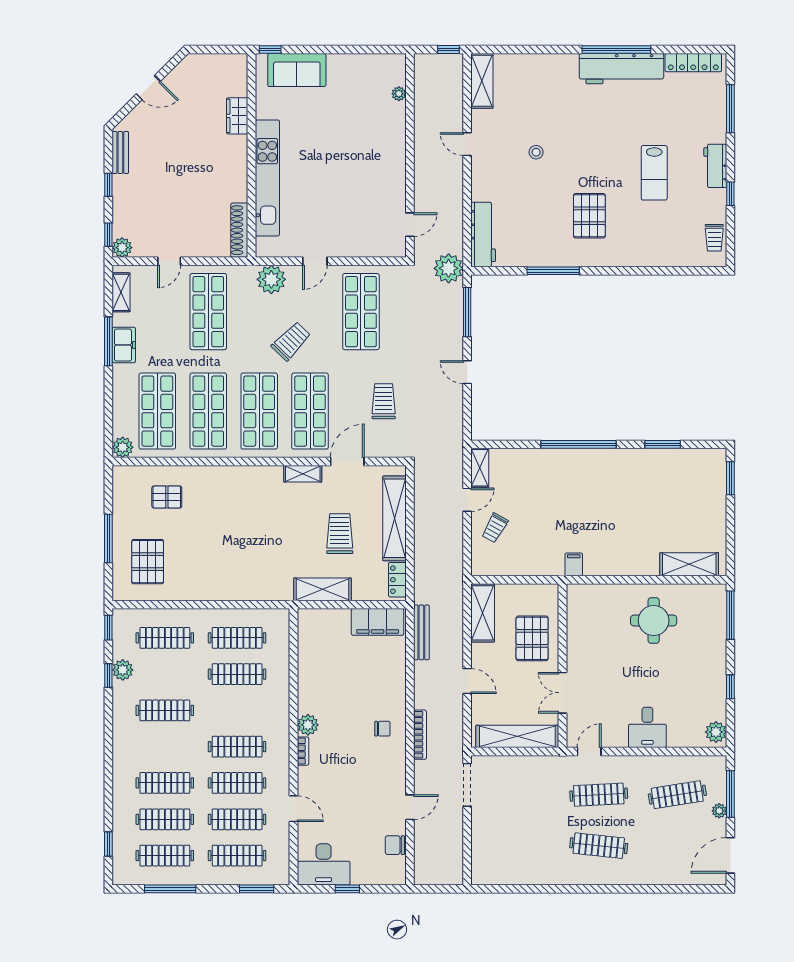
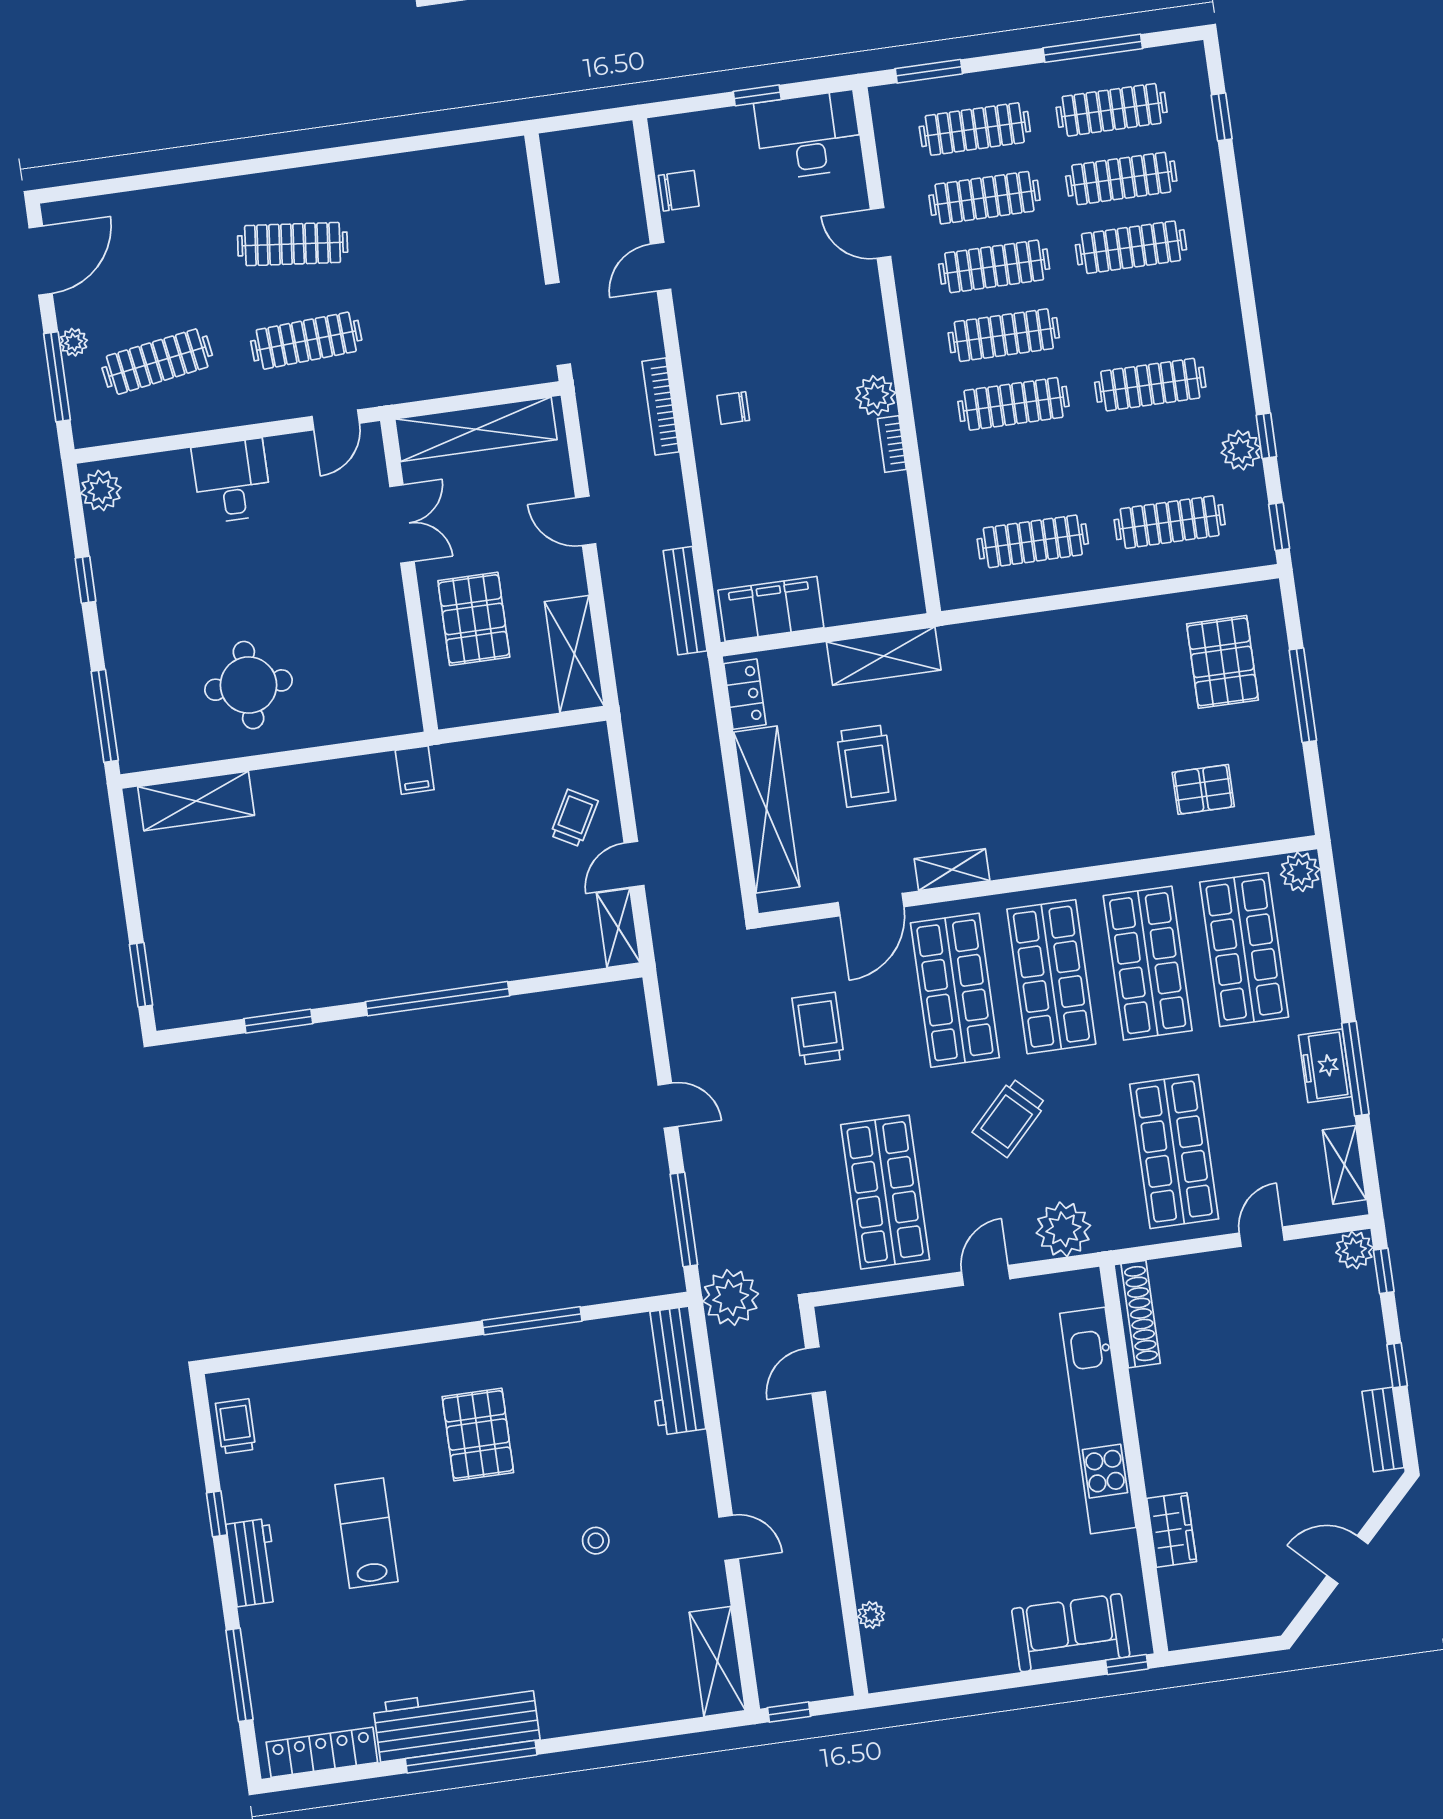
trolley: (384, 401) -> (818, 1029), turned 180
clothes rail: (237, 674) -> (1013, 404), moved
bookcase: (303, 751) -> (892, 444), moved

